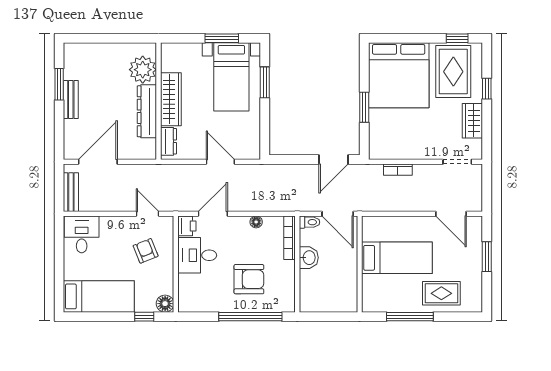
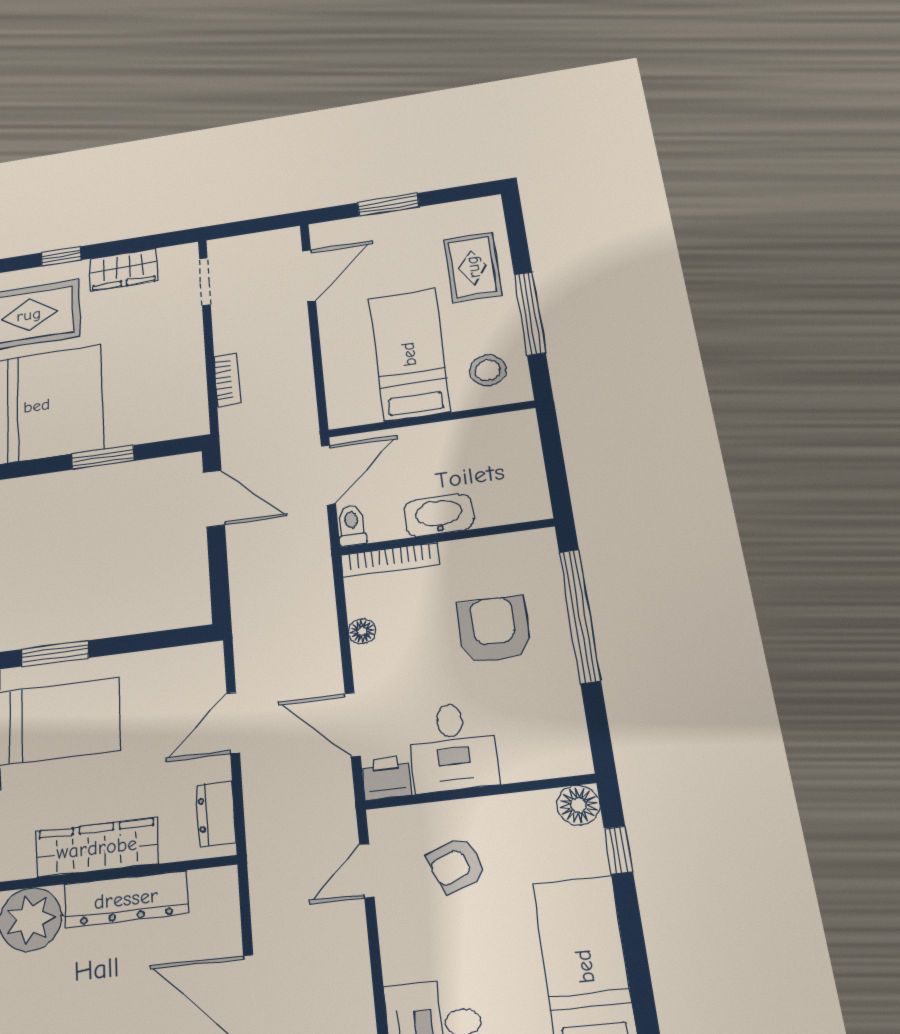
dresser: (168, 141) -> (216, 814), moved, turned -90
washbasin: (309, 258) -> (439, 515), width x1.38
stool: (382, 293) -> (488, 370), added

